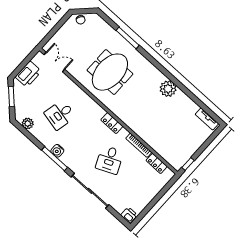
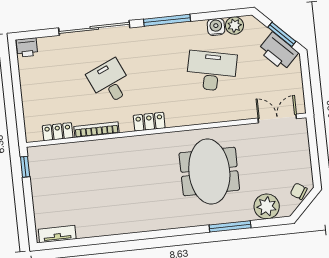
double door: (54, 62) -> (277, 118), swing flipped
printer: (28, 74) -> (278, 52), moved, turned -45
plant: (168, 89) -> (267, 206), moved
desk: (60, 115) -> (212, 71), width x1.37
water cooler: (57, 151) -> (216, 27), moved

